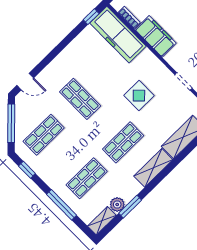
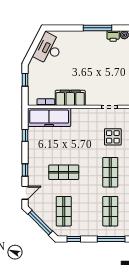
window: (91, 17) -> (25, 135), moved
window: (46, 61) -> (25, 170), added
display table: (139, 96) -> (113, 137), moved

